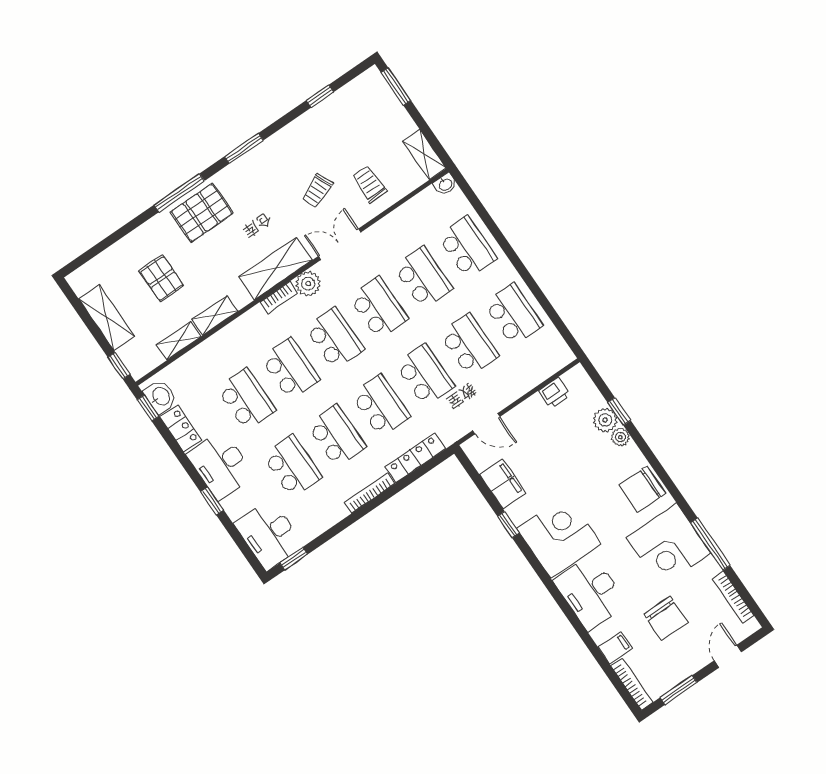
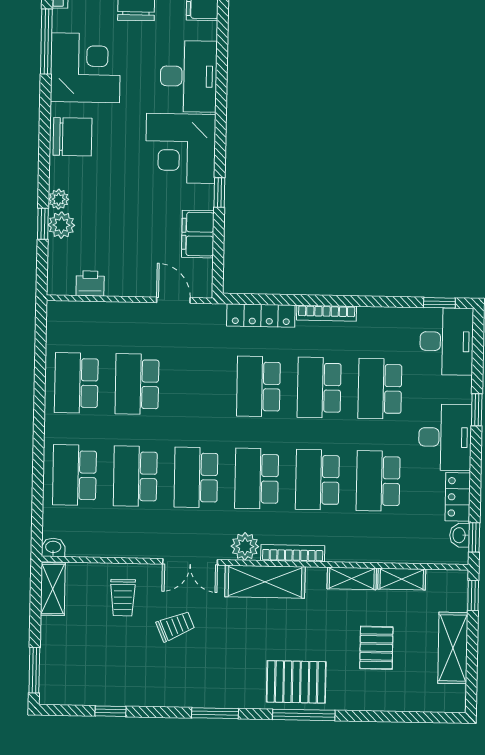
bookcase: (279, 298) -> (293, 553), width x1.56
school desk: (425, 375) -> (198, 385), removed
washbasin: (161, 397) -> (460, 535), width x0.72, depth x0.69

